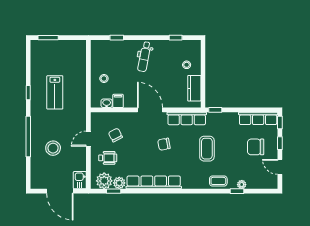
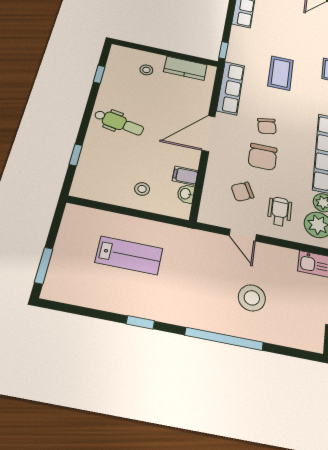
lab bench: (55, 92) -> (129, 255), moved
chair: (256, 147) -> (263, 157), moved
coffee table: (207, 149) -> (281, 73), turned 90

